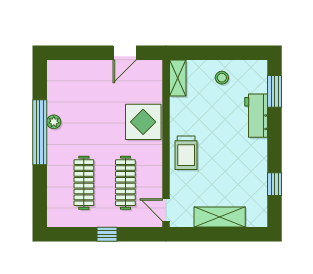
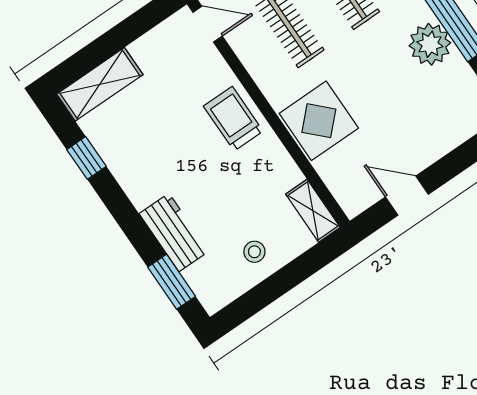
door: (125, 53) -> (407, 196), hinge flipped
plant: (54, 122) -> (430, 44), width x1.87, depth x1.87
shelving: (220, 217) -> (100, 84), moved

